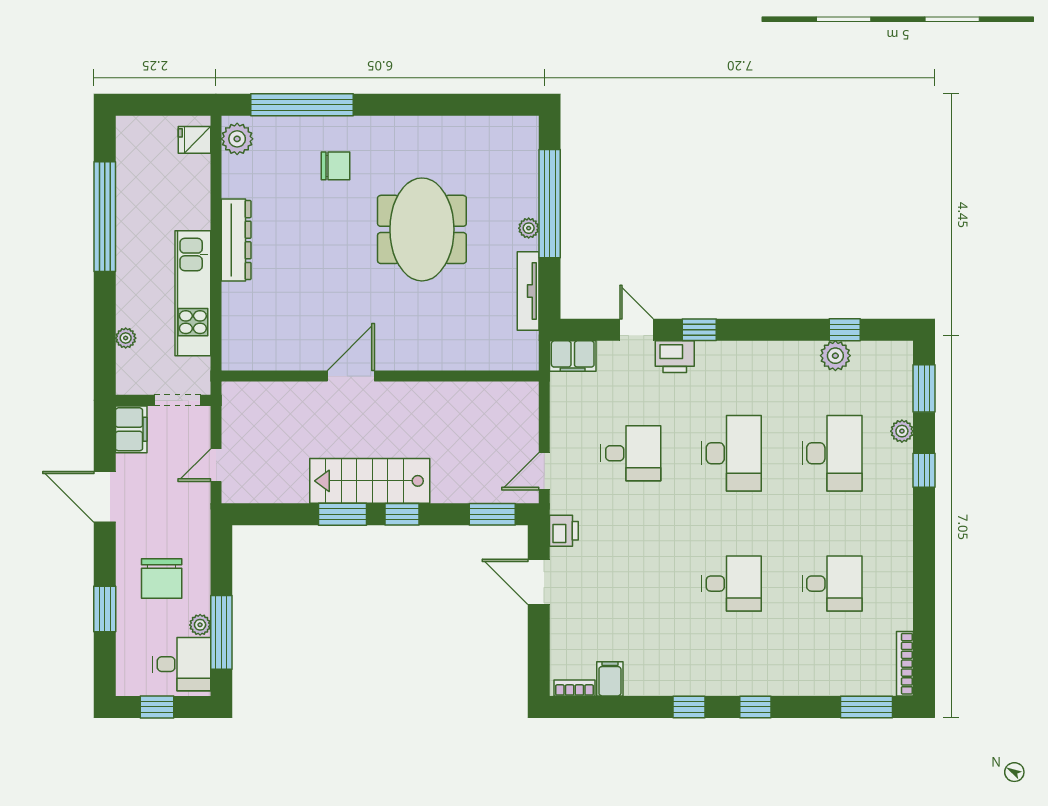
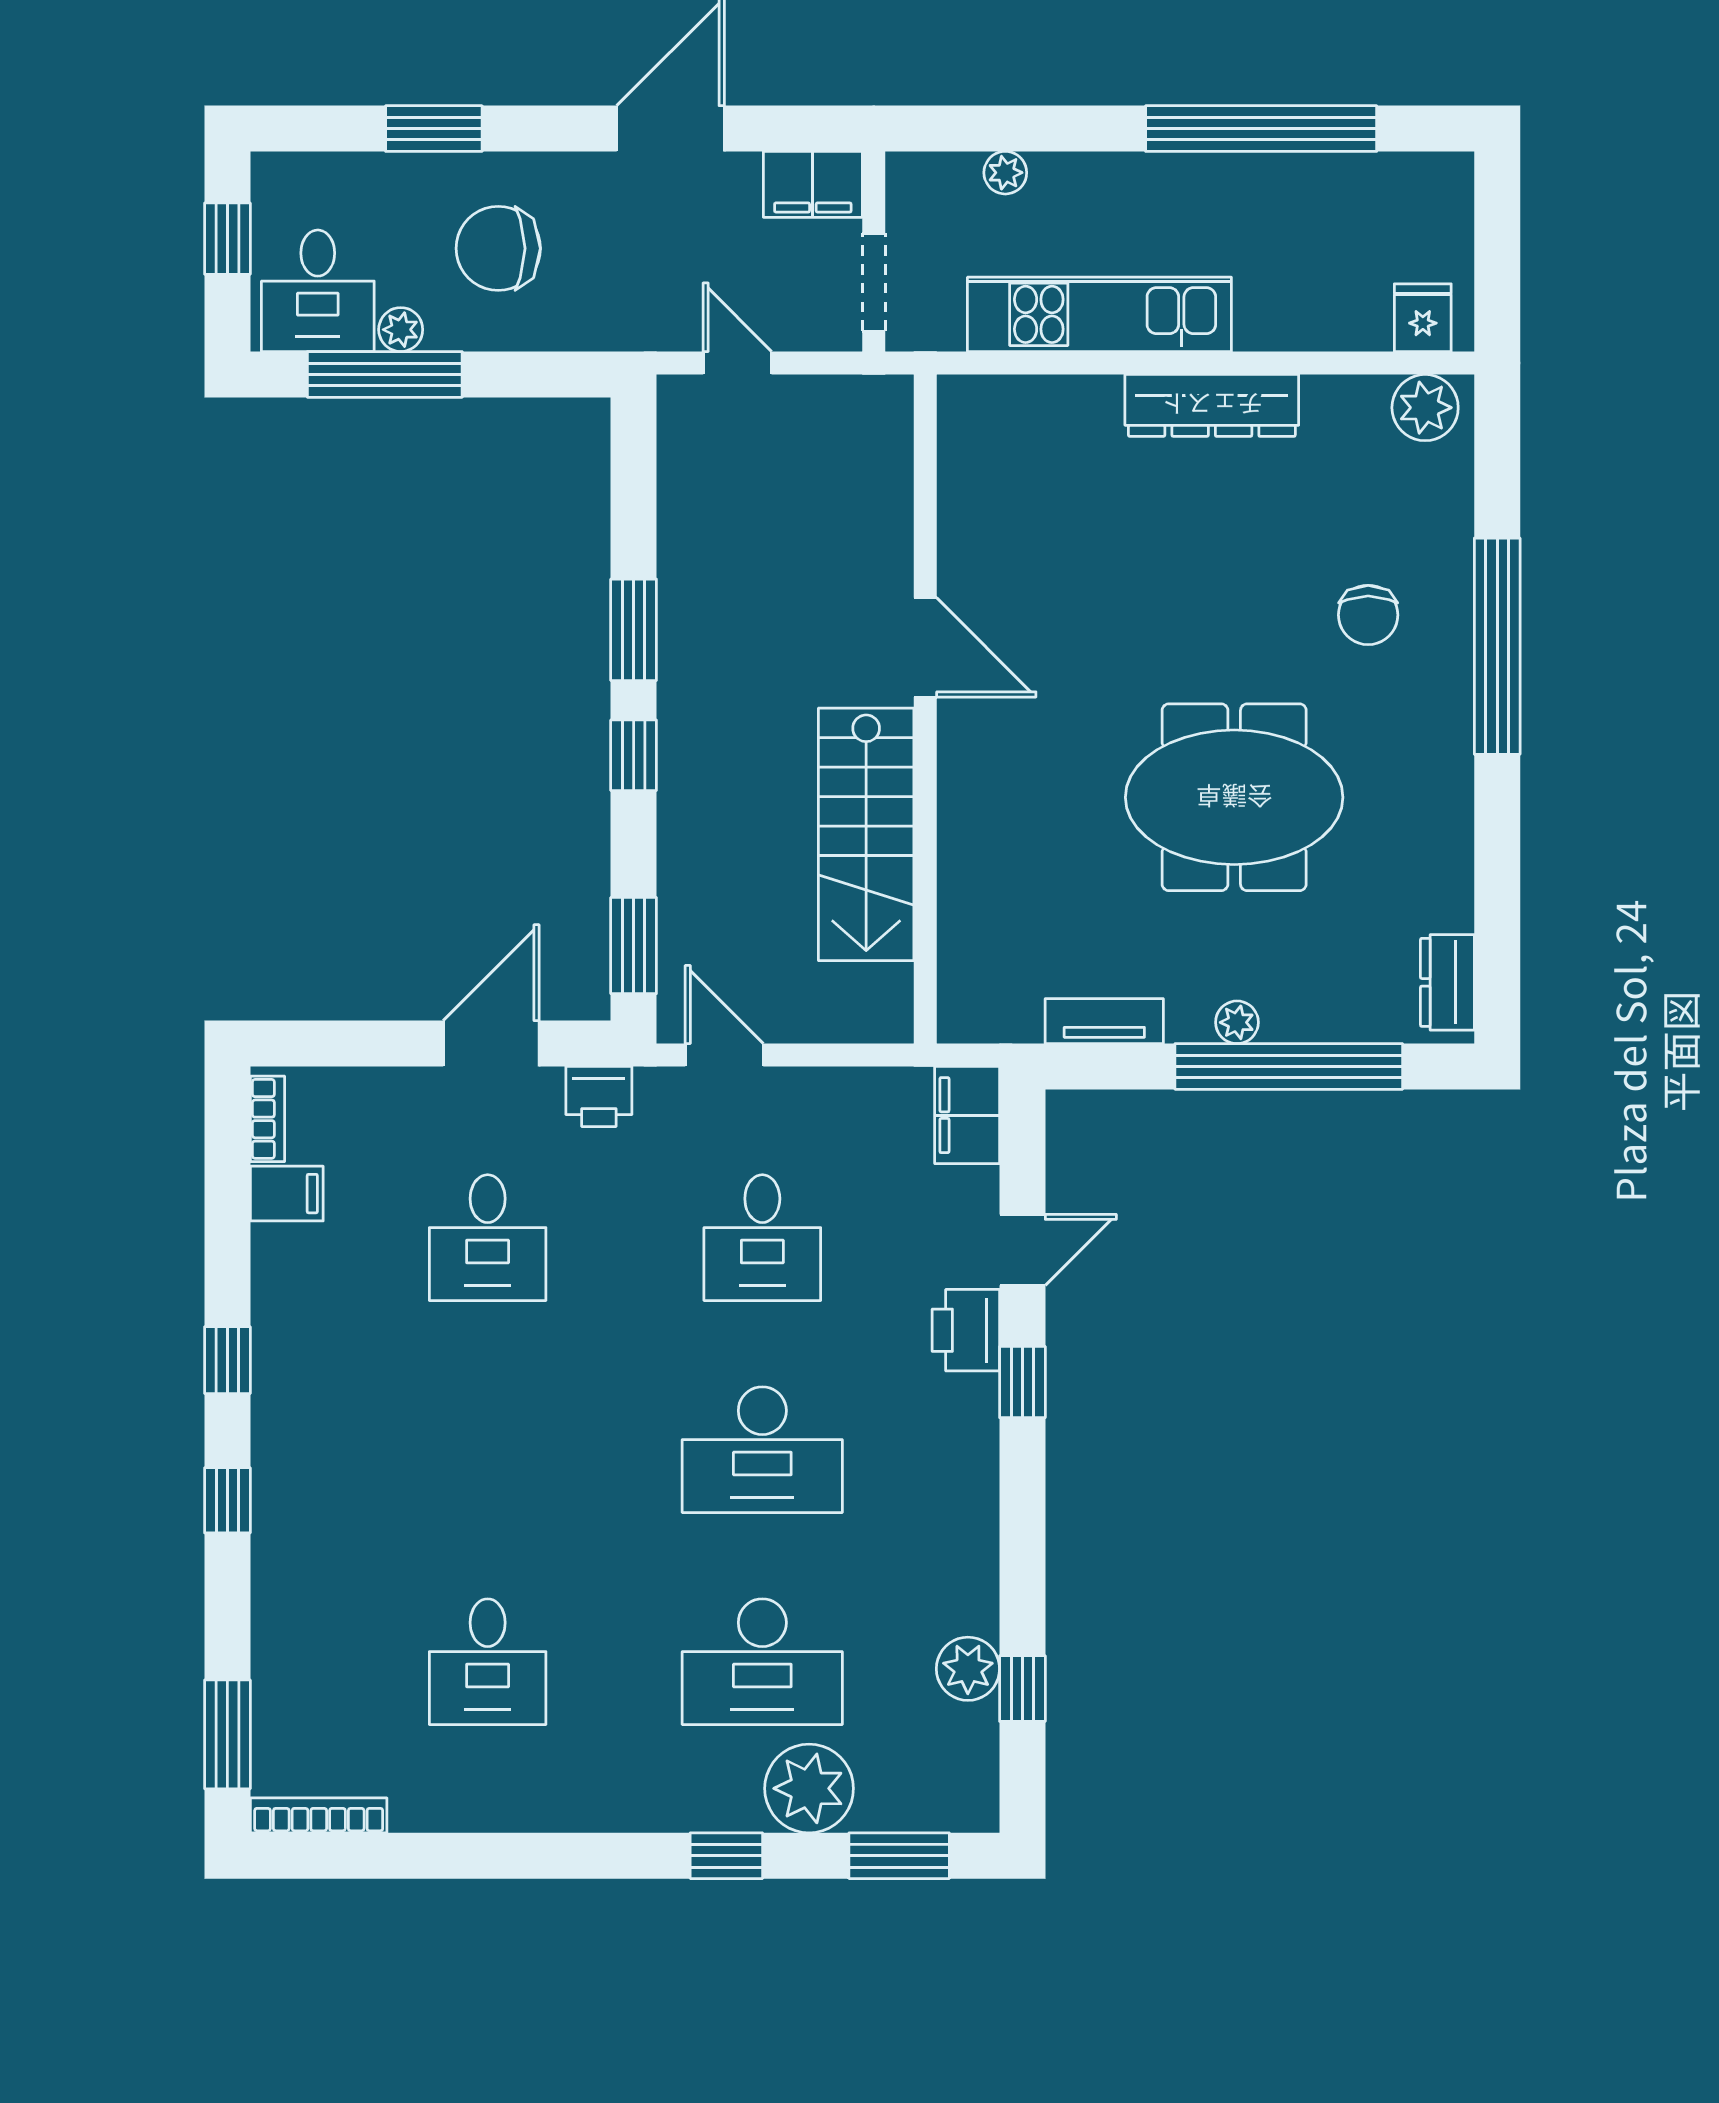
window: (302, 105) -> (1497, 646), moved
dresser: (510, 128) -> (1447, 982), added
tv unit: (528, 291) -> (1104, 1021), width x0.71
plant: (902, 431) -> (809, 1788), width x1.87, depth x1.87
stairs: (370, 481) -> (866, 834), moved, turned 180
desk: (731, 584) -> (488, 1238), moved

